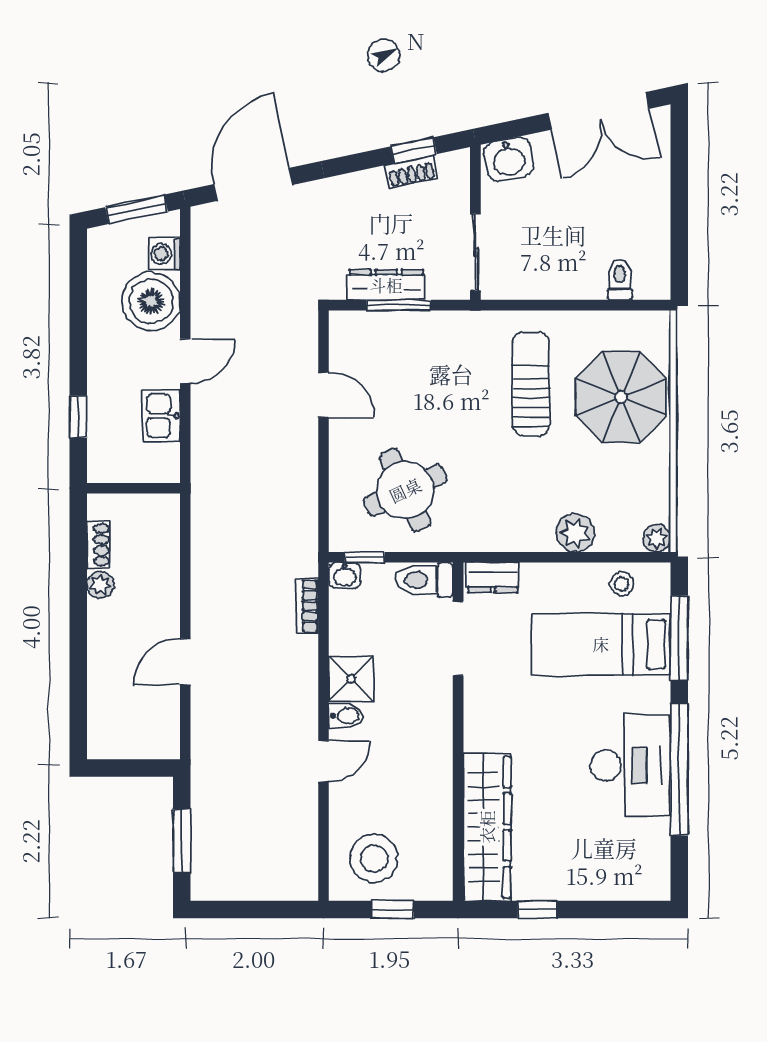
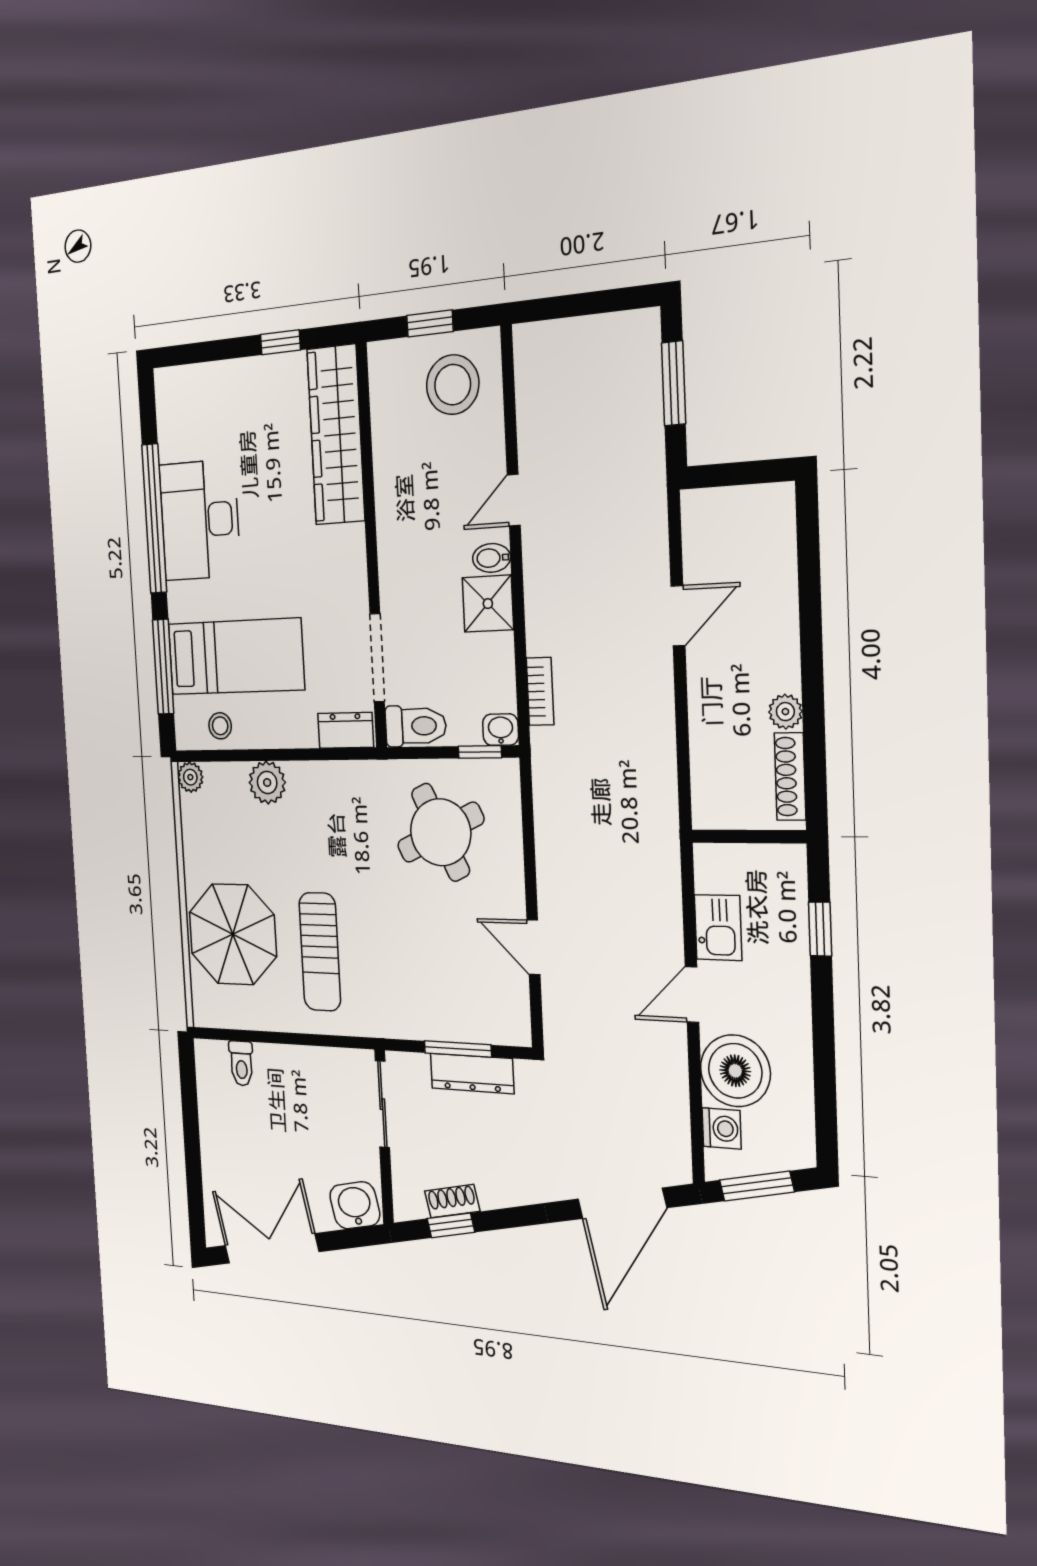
shoe rack: (98, 545) -> (790, 777), width x1.43

